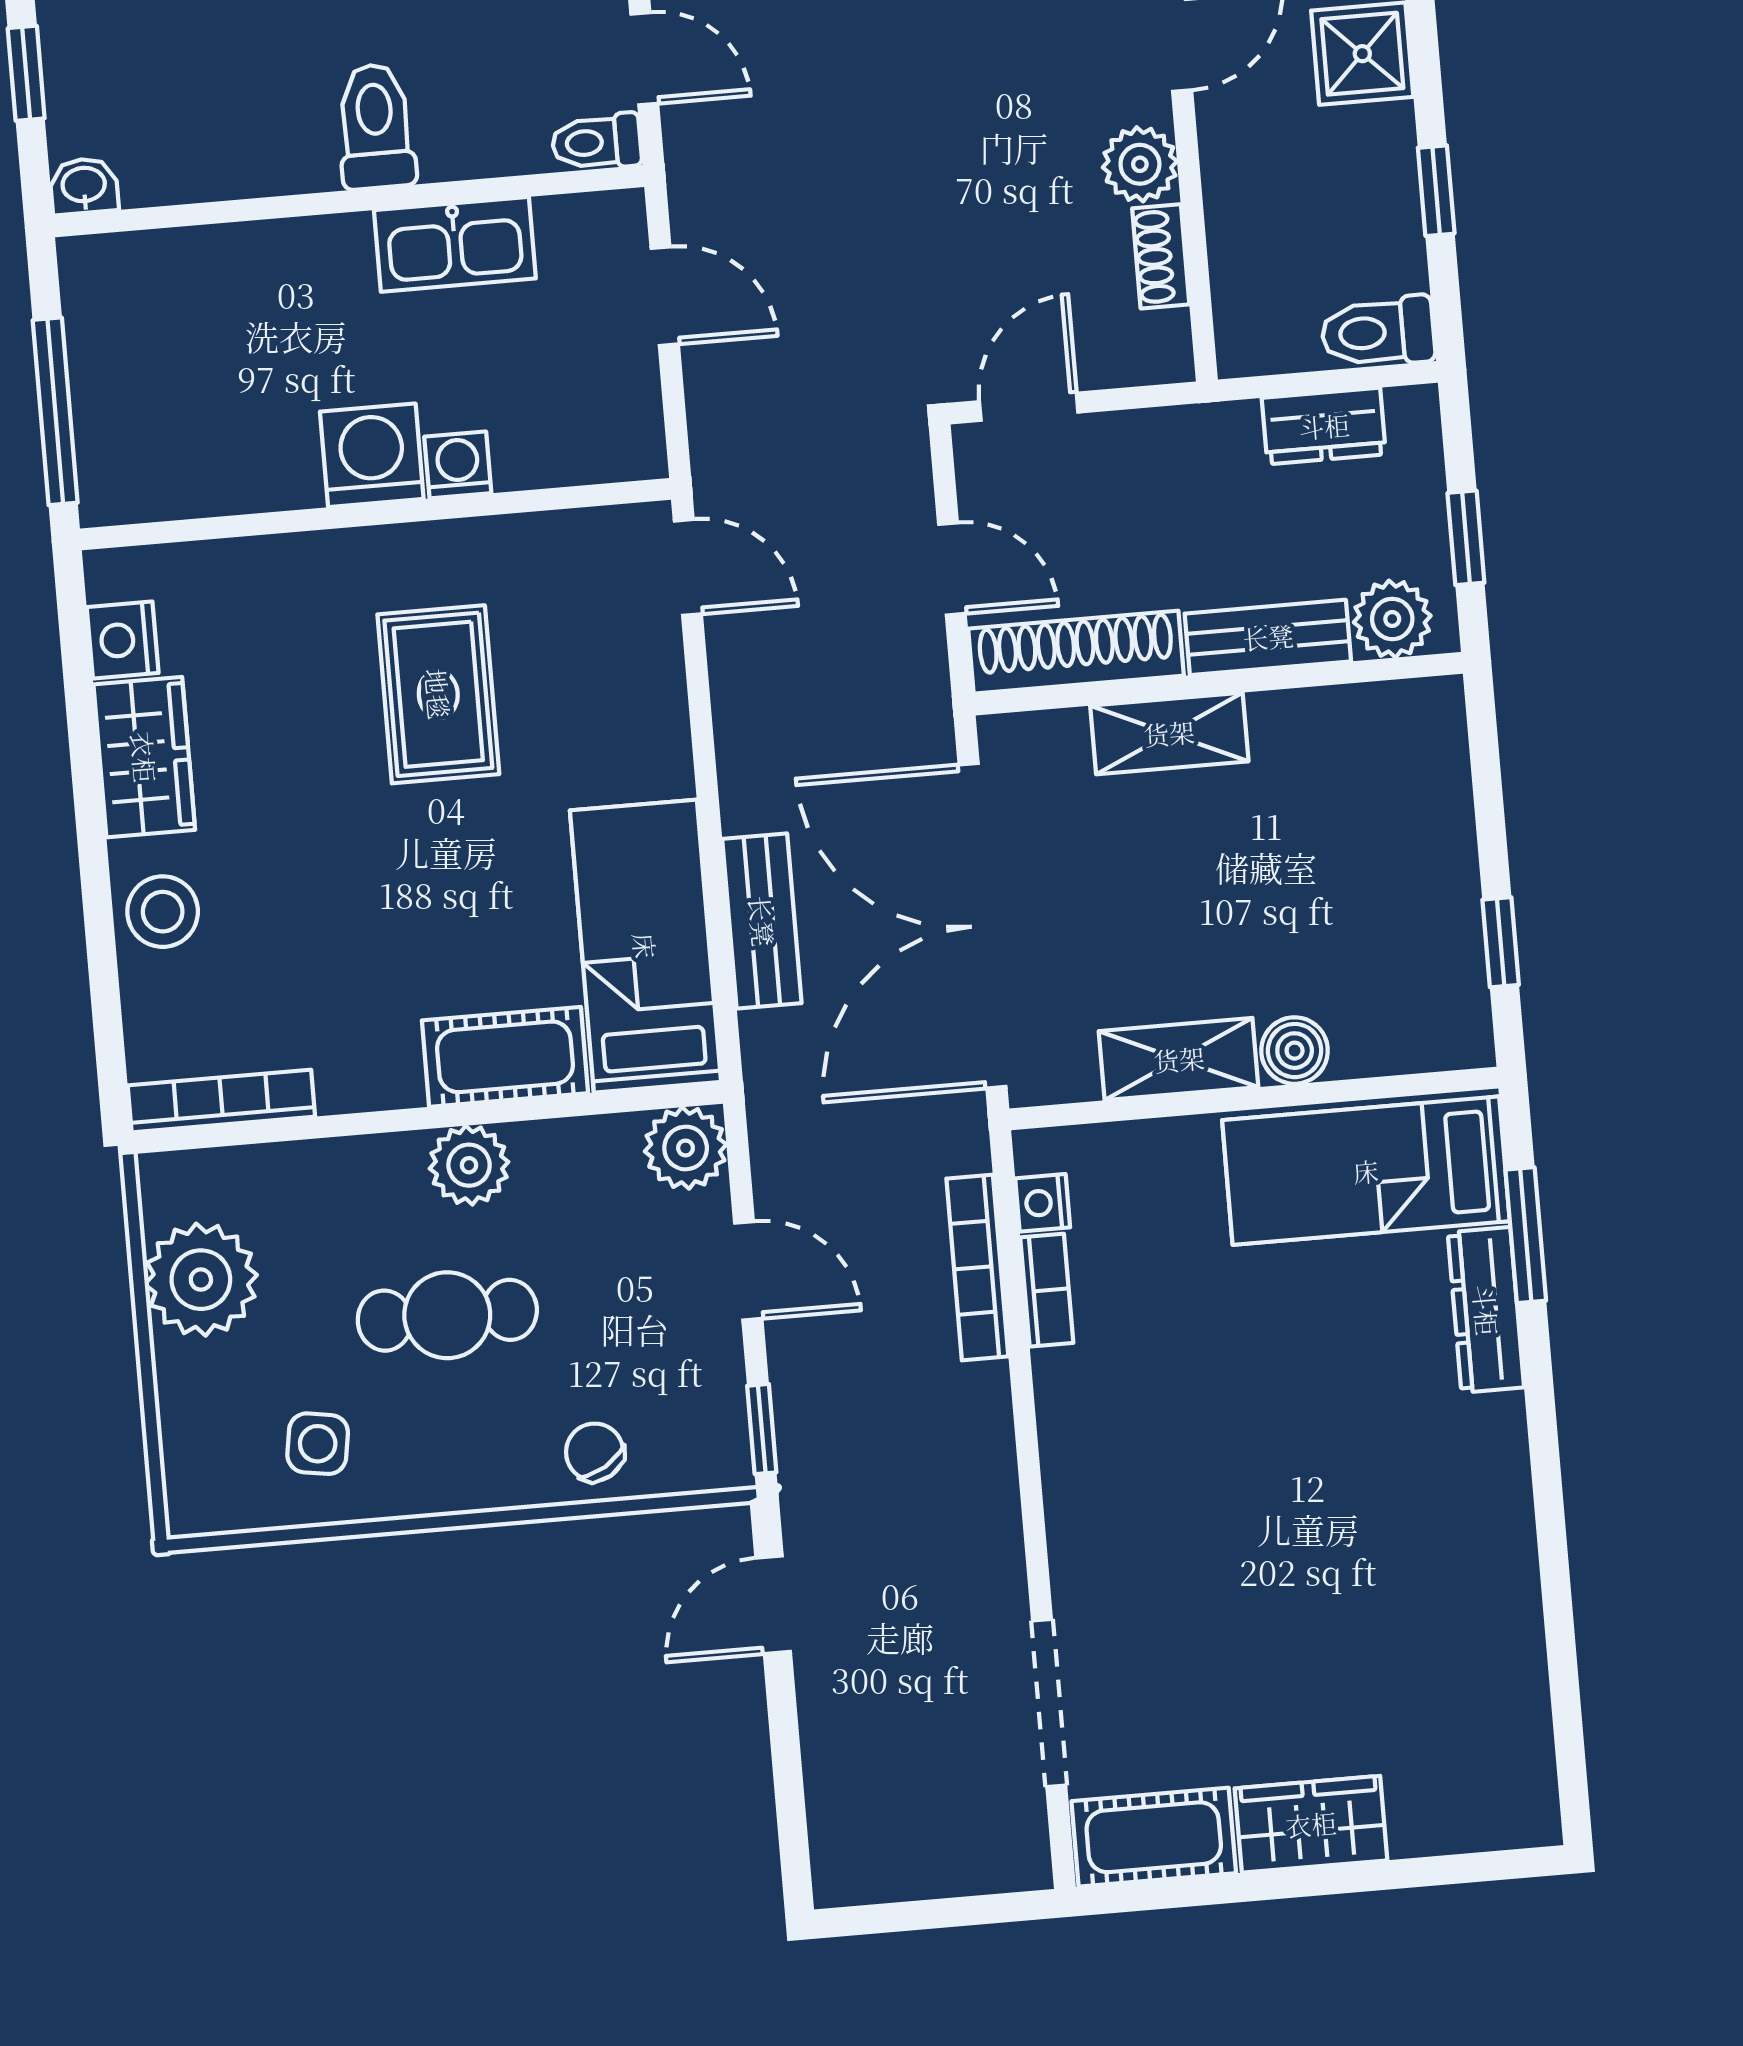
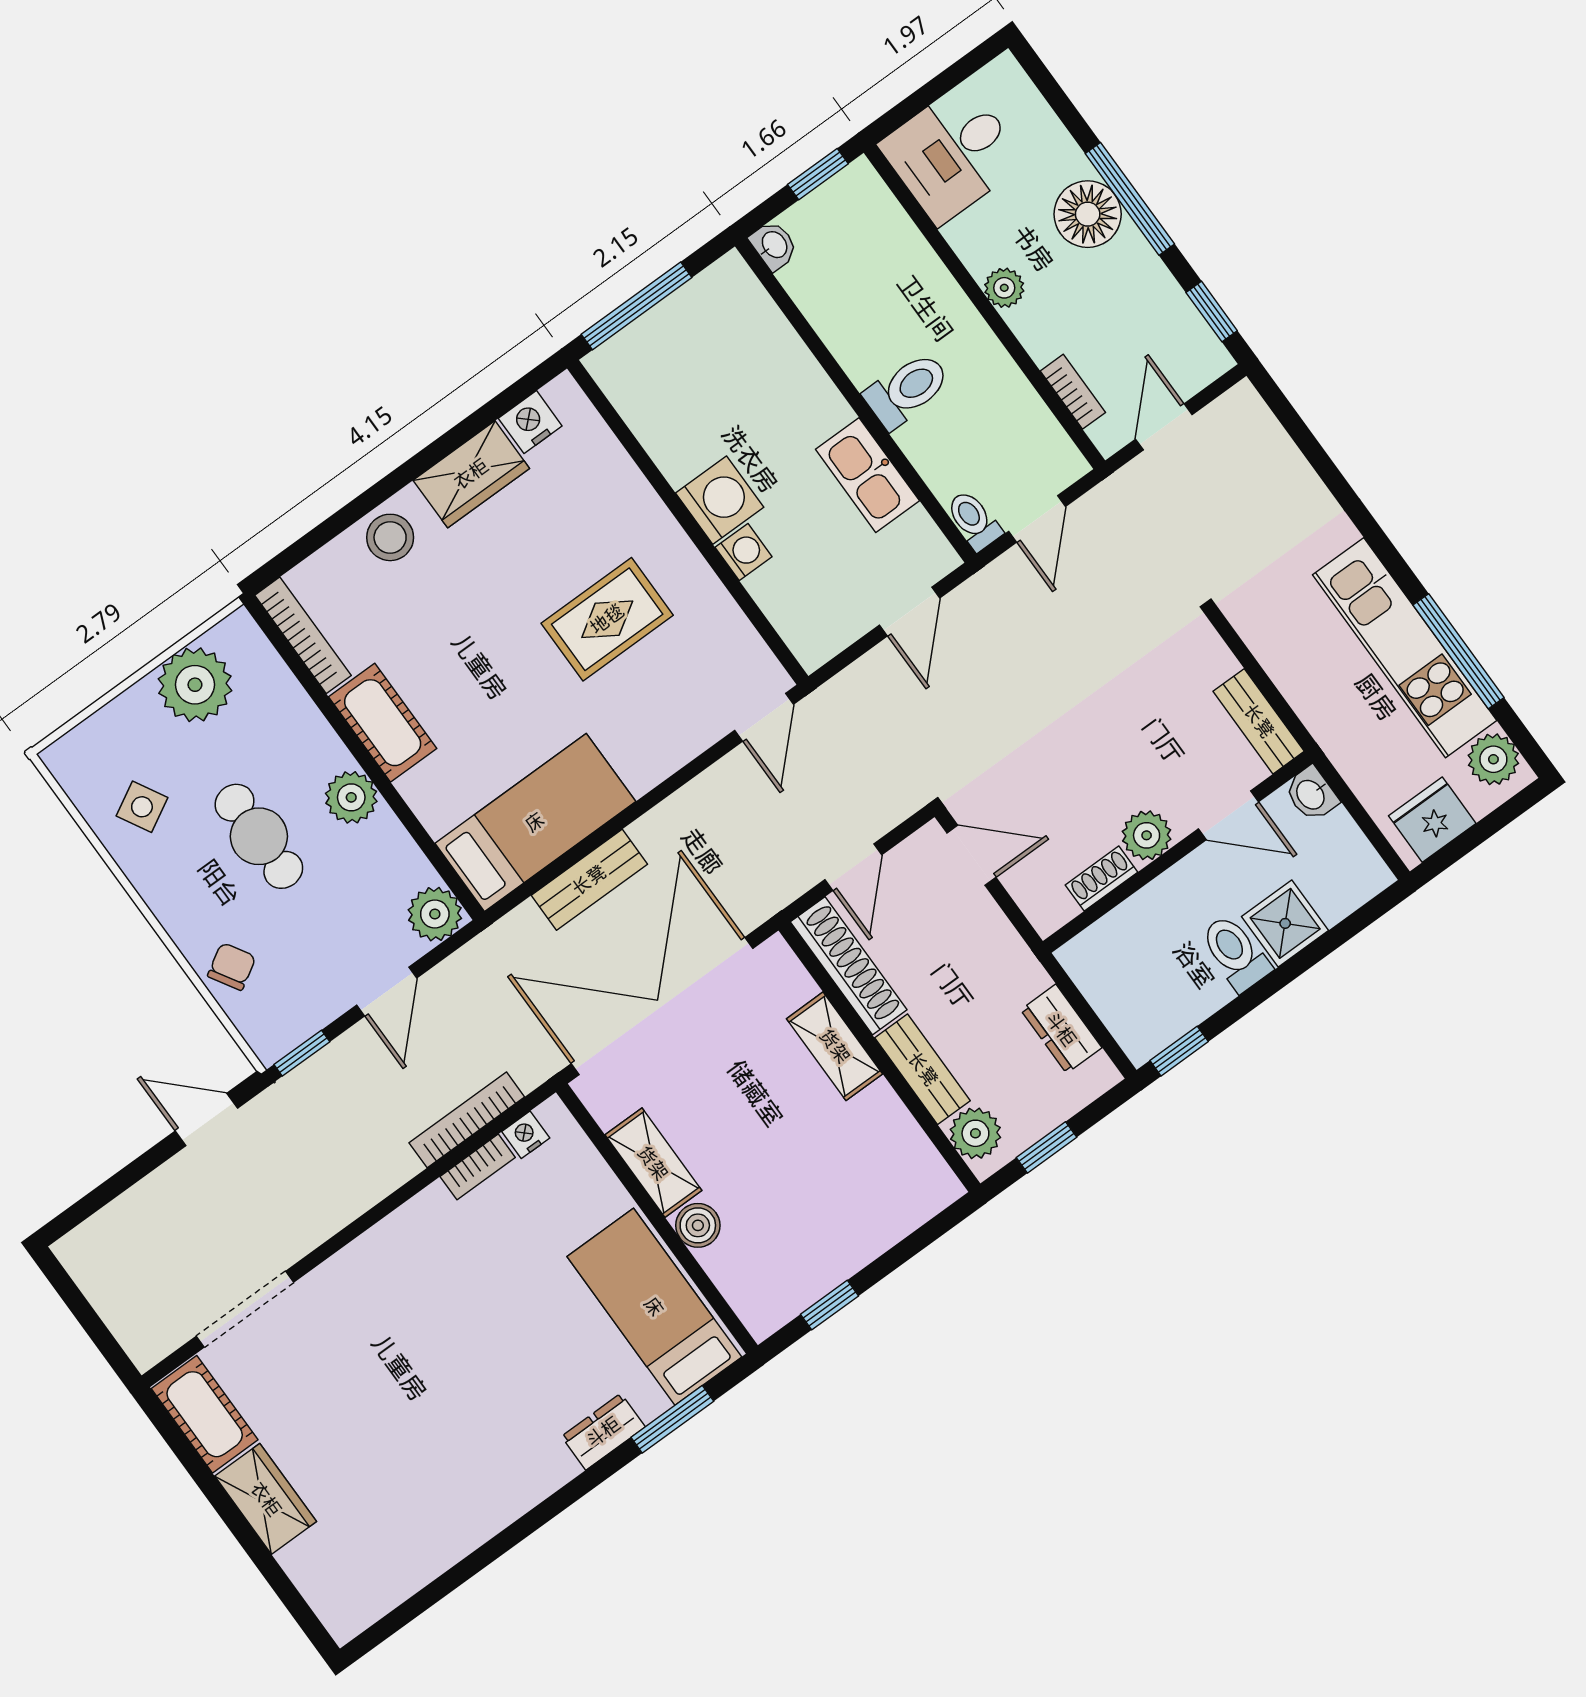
window: (1436, 191) -> (1179, 1051), moved
toilet: (1378, 332) -> (1235, 953), moved
cot: (505, 1057) -> (383, 723), moved
dresser: (1486, 1310) -> (603, 1432), width x0.70
side table: (318, 1444) -> (142, 807), turned -38

